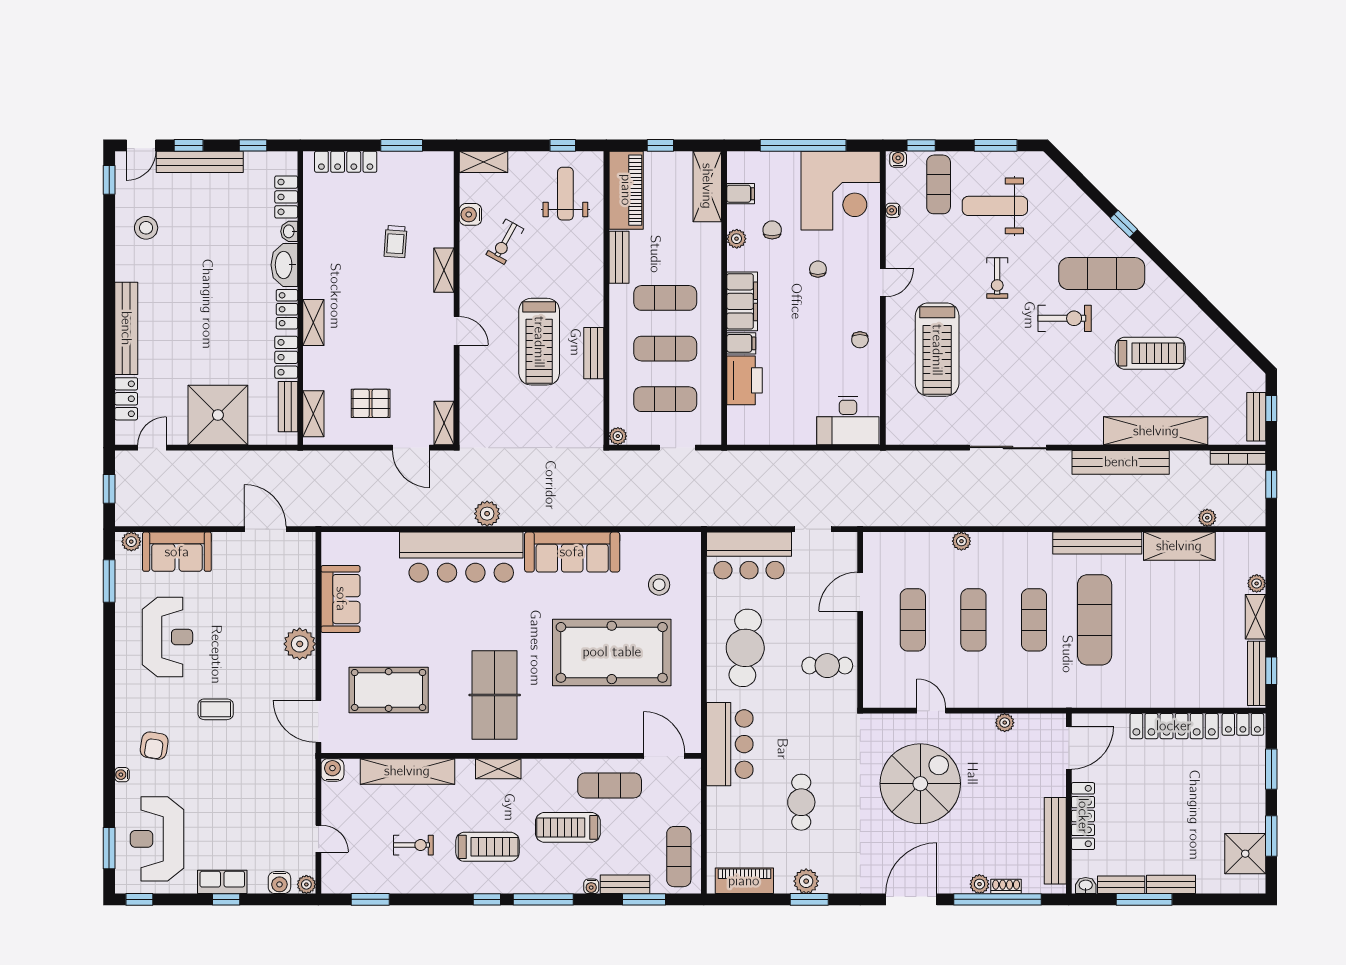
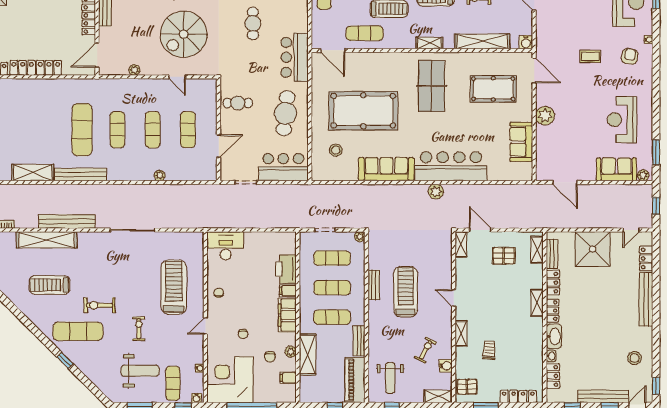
pallet: (434, 179) -> (467, 387), added
shelving: (707, 186) -> (308, 354), moved
plant: (1207, 518) -> (16, 189), removed
coffee table: (216, 709) -> (590, 56), moved

